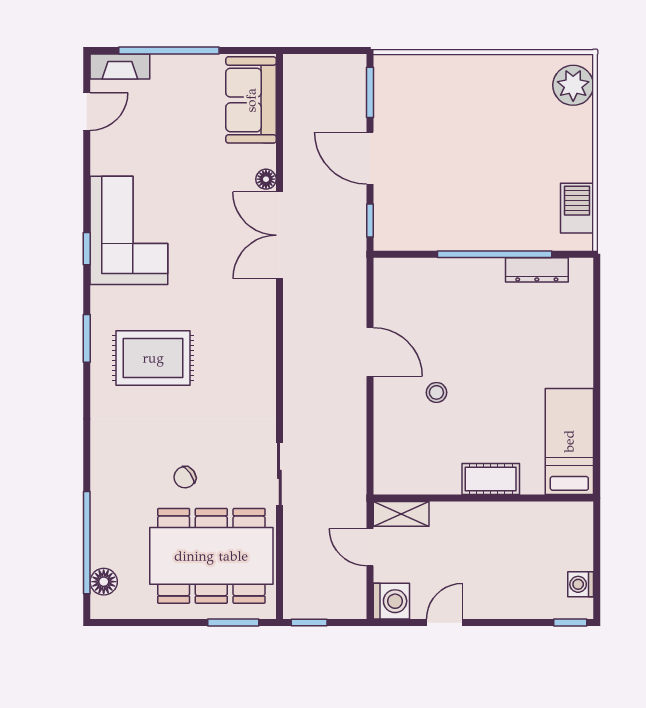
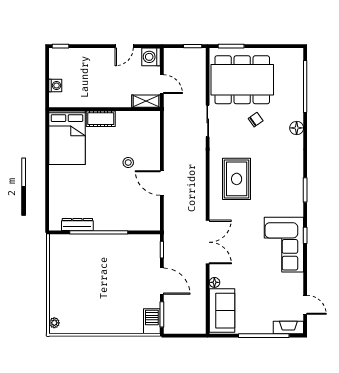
plant: (573, 85) -> (54, 323), width x0.53, depth x0.53
door: (87, 111) -> (305, 305), swing flipped
floor lamp: (266, 179) -> (214, 282), moved
barbecue: (577, 208) -> (152, 321), moved, turned 180
rug: (153, 358) -> (237, 179), moved, turned 90
bed: (569, 441) -> (67, 138), width x1.50
floor lamp: (104, 582) -> (297, 128), moved
washing machine: (581, 584) -> (55, 85), moved

